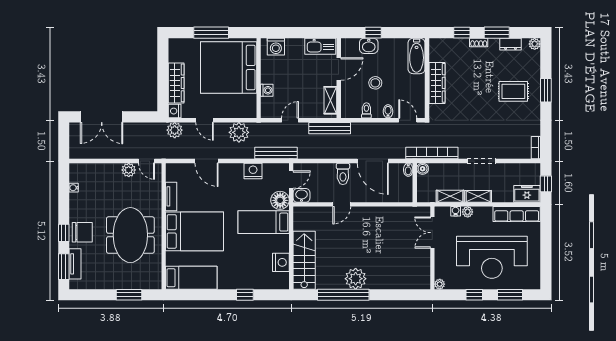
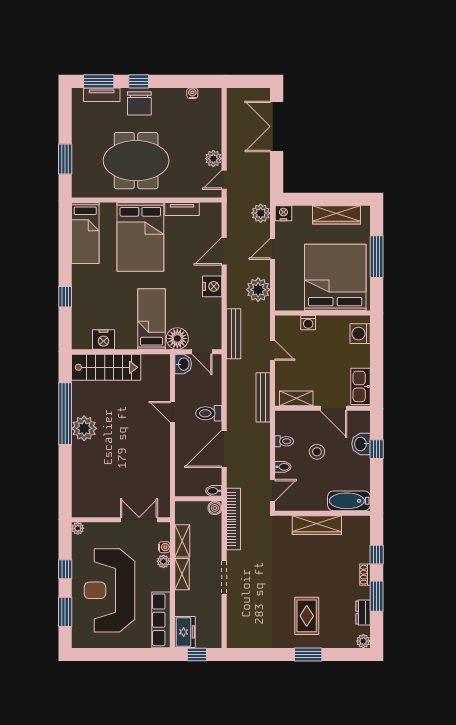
wardrobe: (176, 83) -> (336, 215), moved
bookcase: (536, 148) -> (240, 643), removed
nightstand: (253, 171) -> (212, 286), moved

